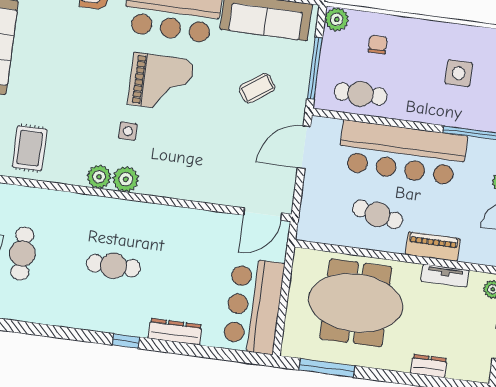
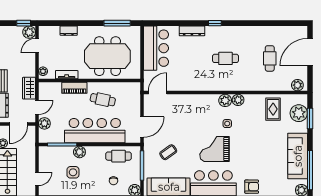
plant: (440, 113) -> (79, 152), added

